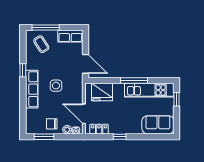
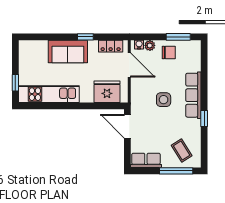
window: (134, 80) -> (68, 106), removed
sofa: (158, 125) -> (68, 51), moved

